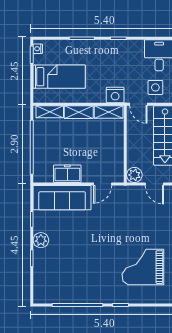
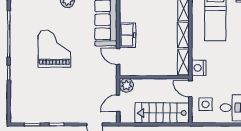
door: (138, 104) -> (190, 89), hinge flipped
freezer: (67, 174) -> (127, 35), moved
grand piano: (143, 267) -> (54, 49), moved

